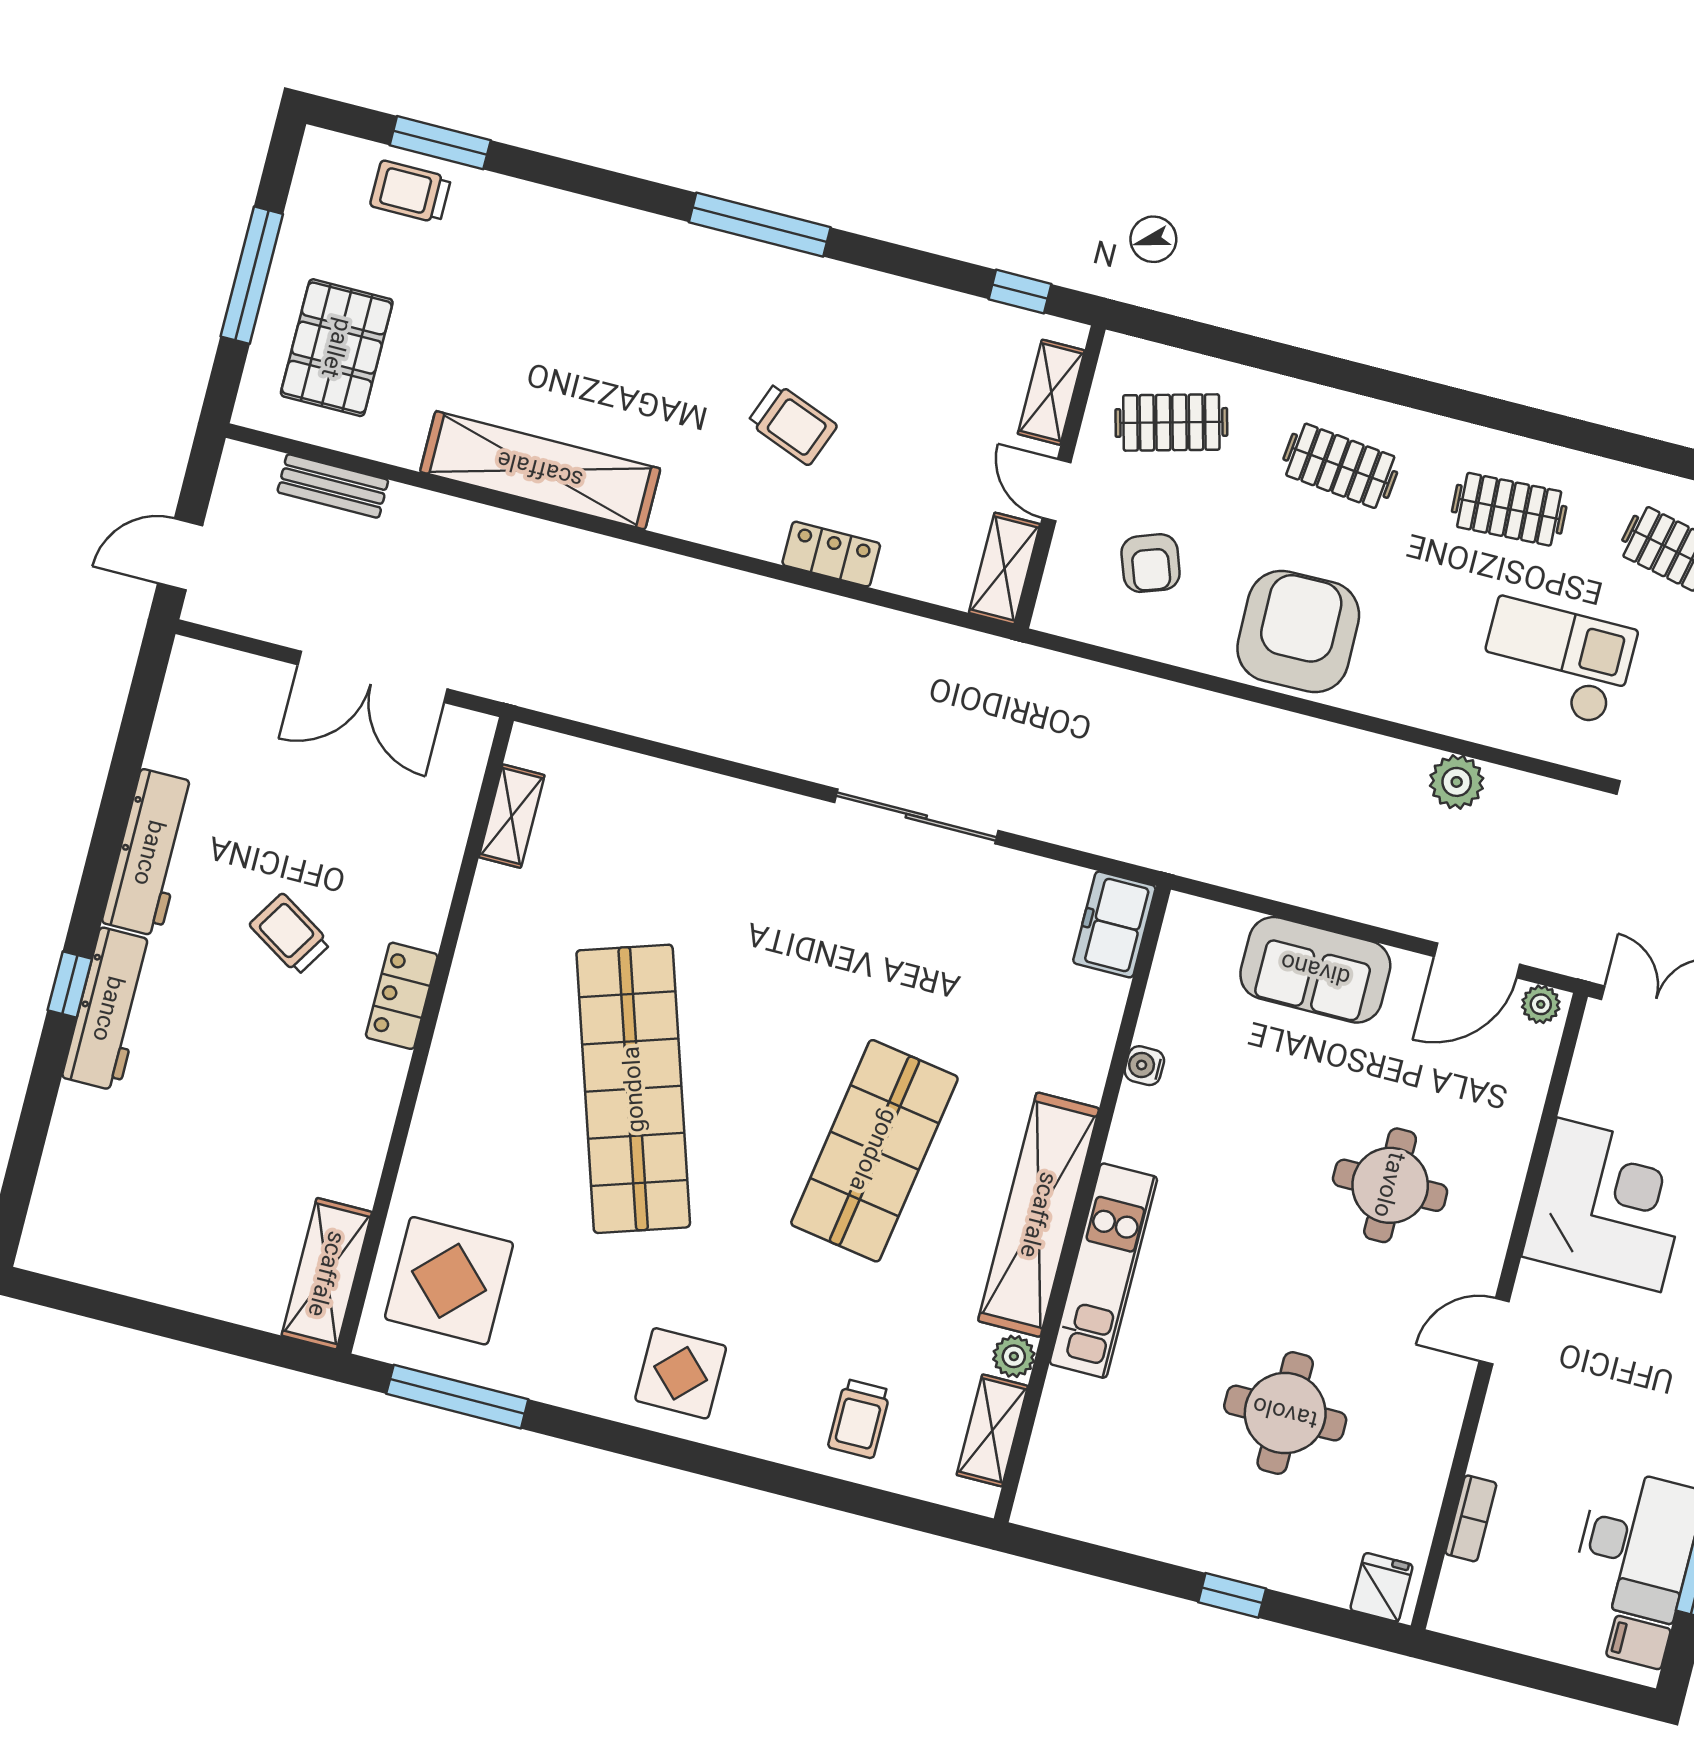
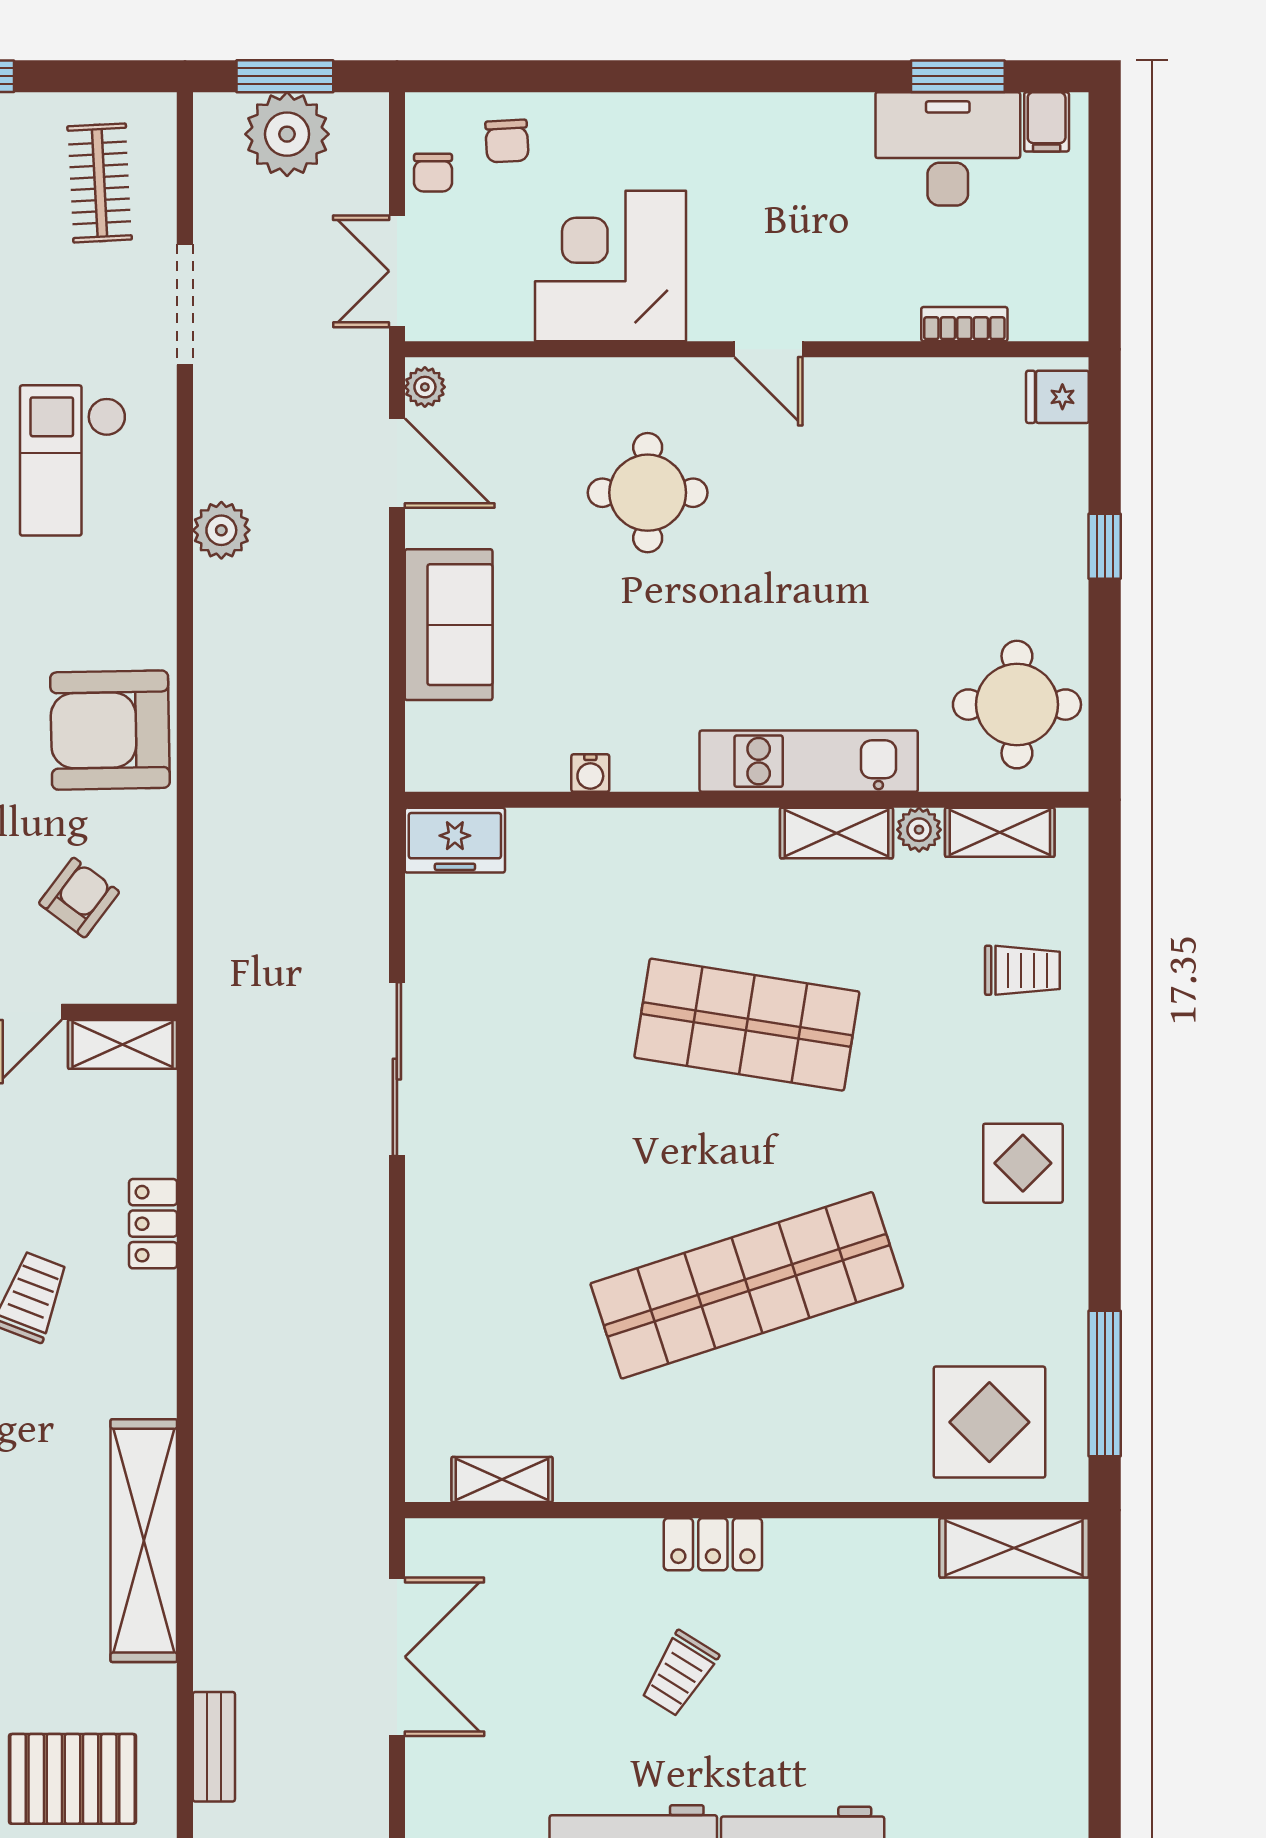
armchair: (1151, 563) -> (79, 898), turned -33
shelving: (1039, 1215) -> (837, 833), width x0.45, depth x0.75
round table: (1285, 1413) -> (1017, 705), moved

